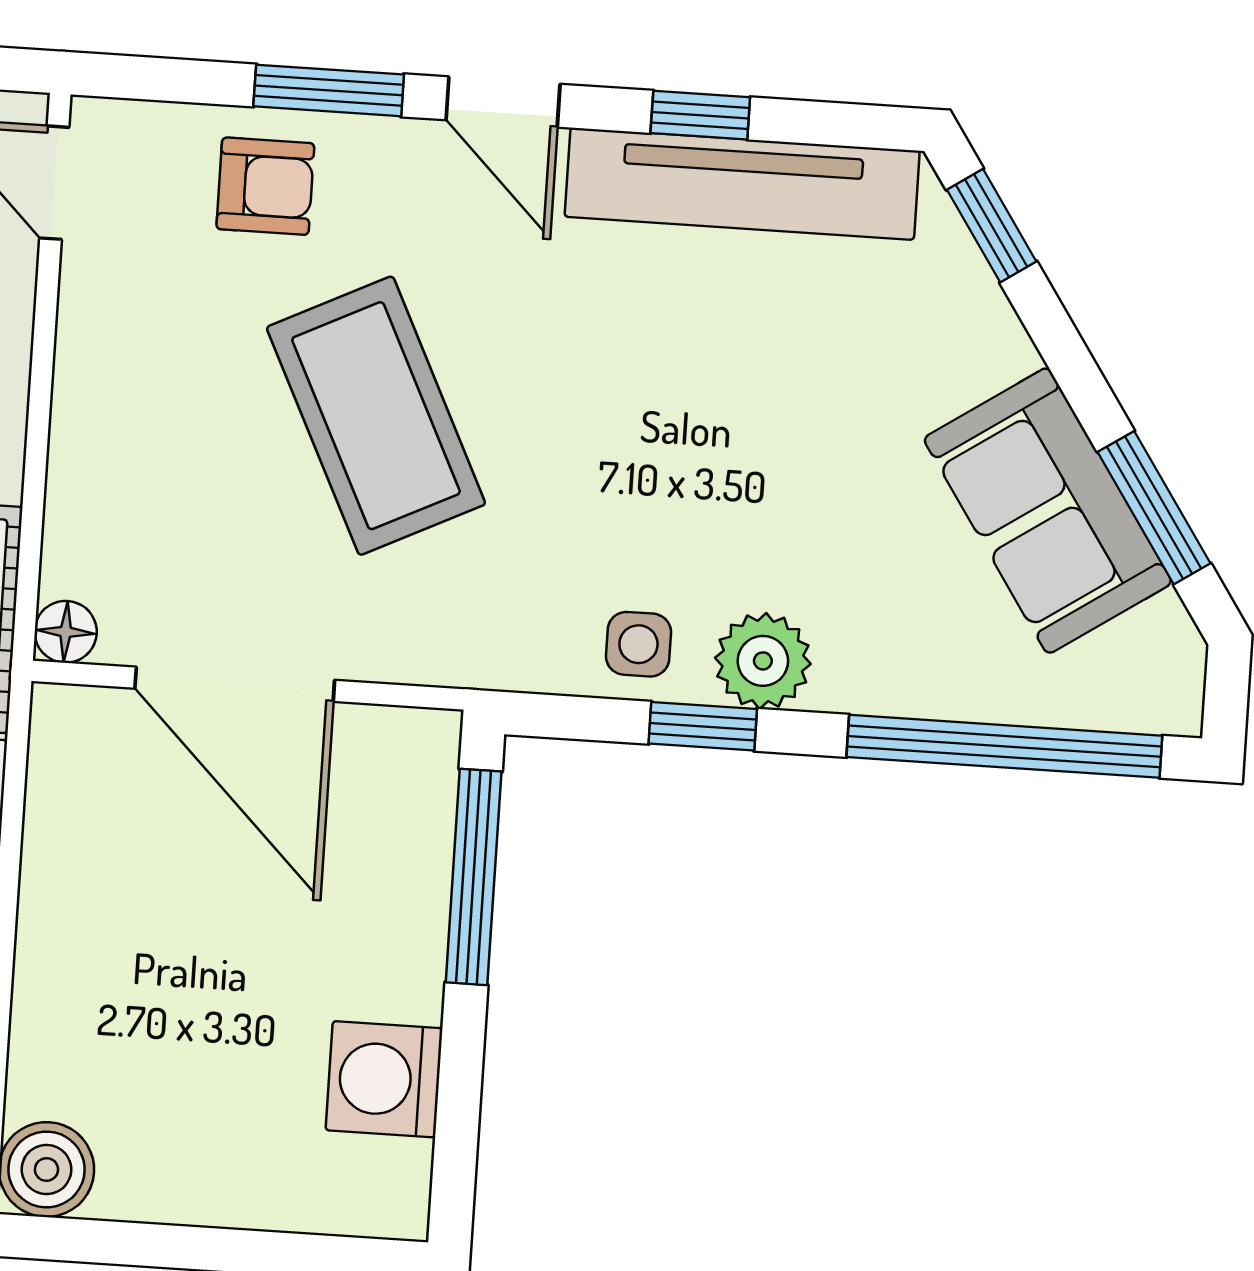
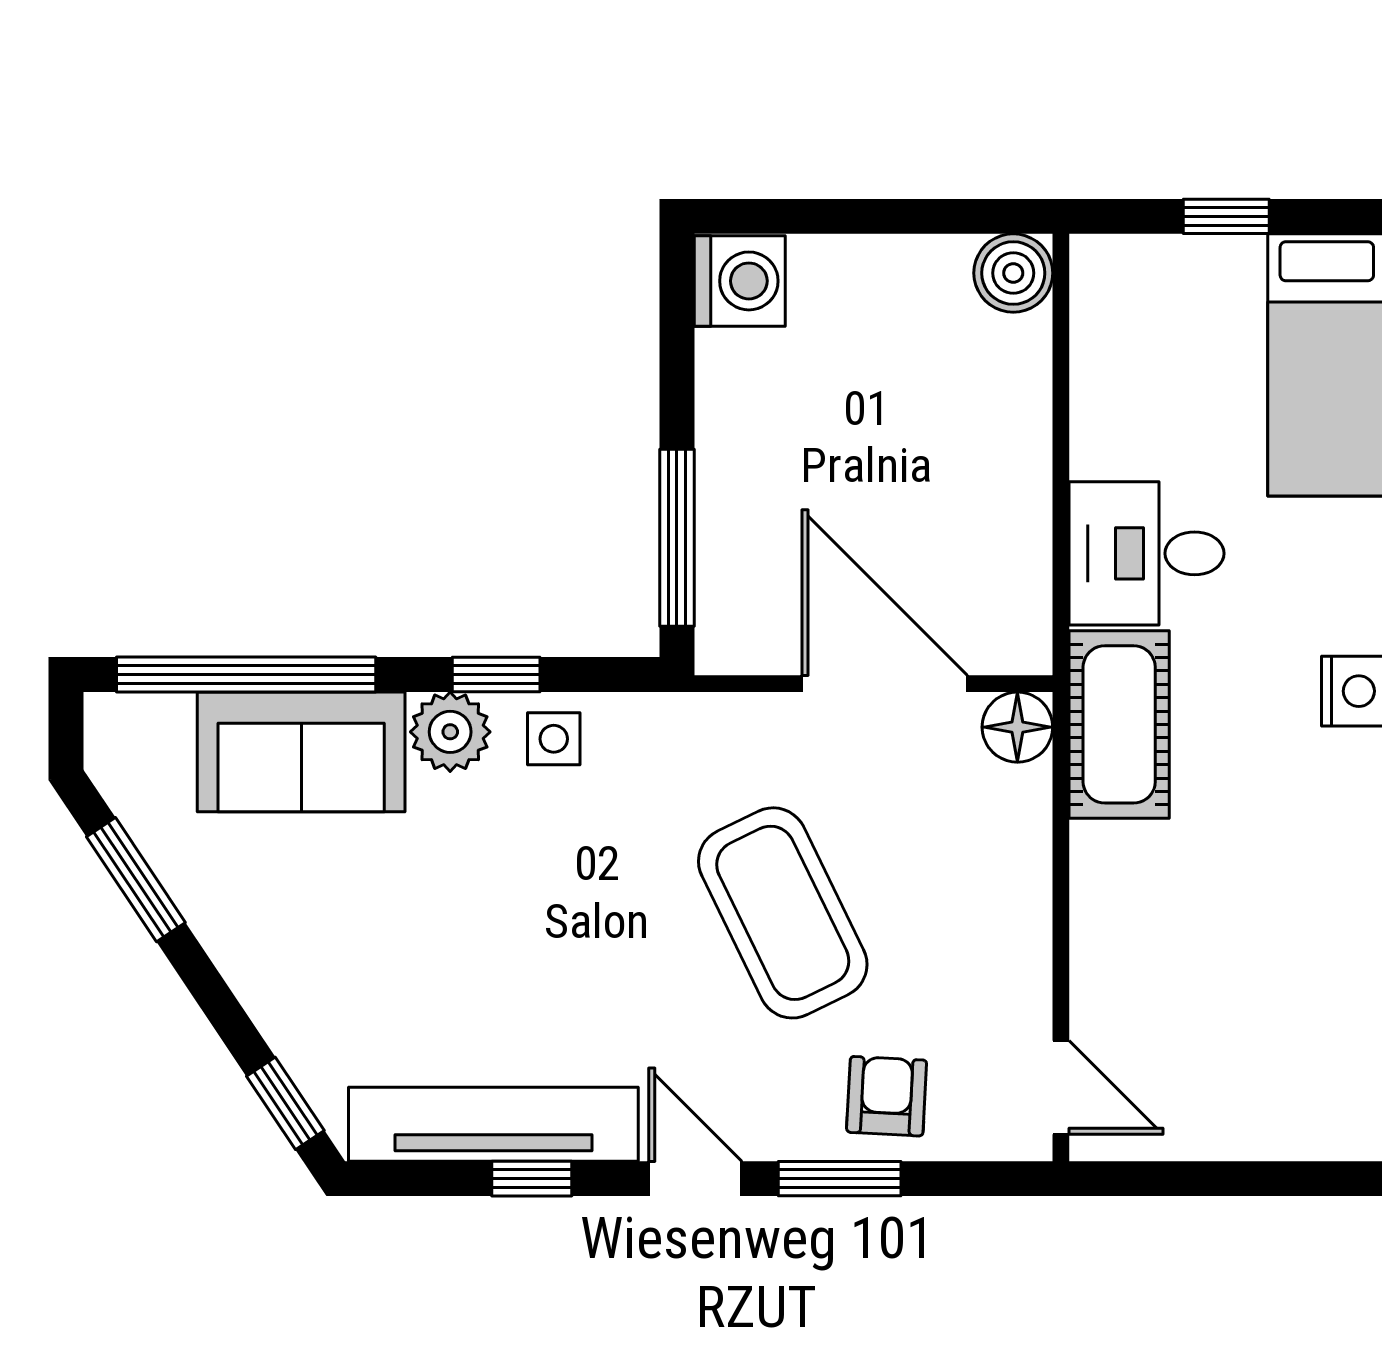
armchair: (265, 186) -> (887, 1096), turned 93
sofa: (1048, 511) -> (301, 752), moved, turned 124
floor lamp: (66, 632) -> (1017, 727), width x1.37, depth x1.37
washing machine: (384, 1079) -> (740, 281), moved

